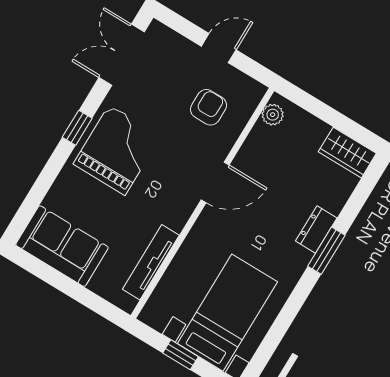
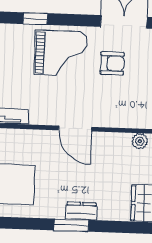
armchair: (208, 107) -> (112, 63), moved
window: (77, 128) -> (35, 19), moved

